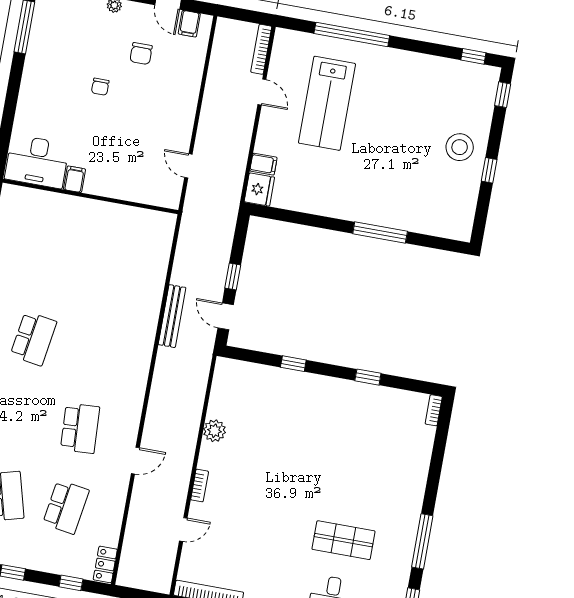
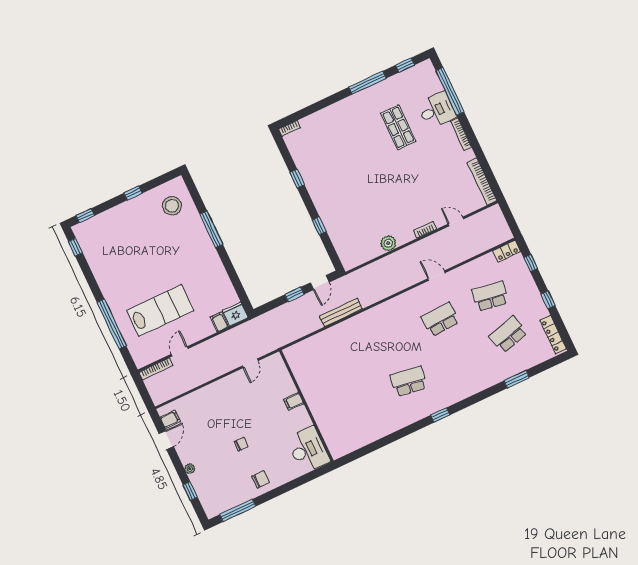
chair: (141, 54) -> (261, 479), moved
stool: (460, 147) -> (172, 206), moved
filing cabinet: (74, 179) -> (294, 401), moved

